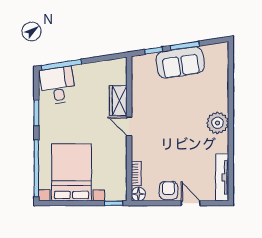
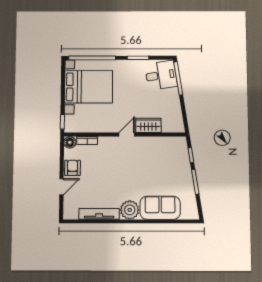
sofa: (180, 62) -> (160, 208), moved, turned 99
tv unit: (222, 177) -> (99, 214), moved
armchair: (169, 190) -> (72, 168), turned -90

